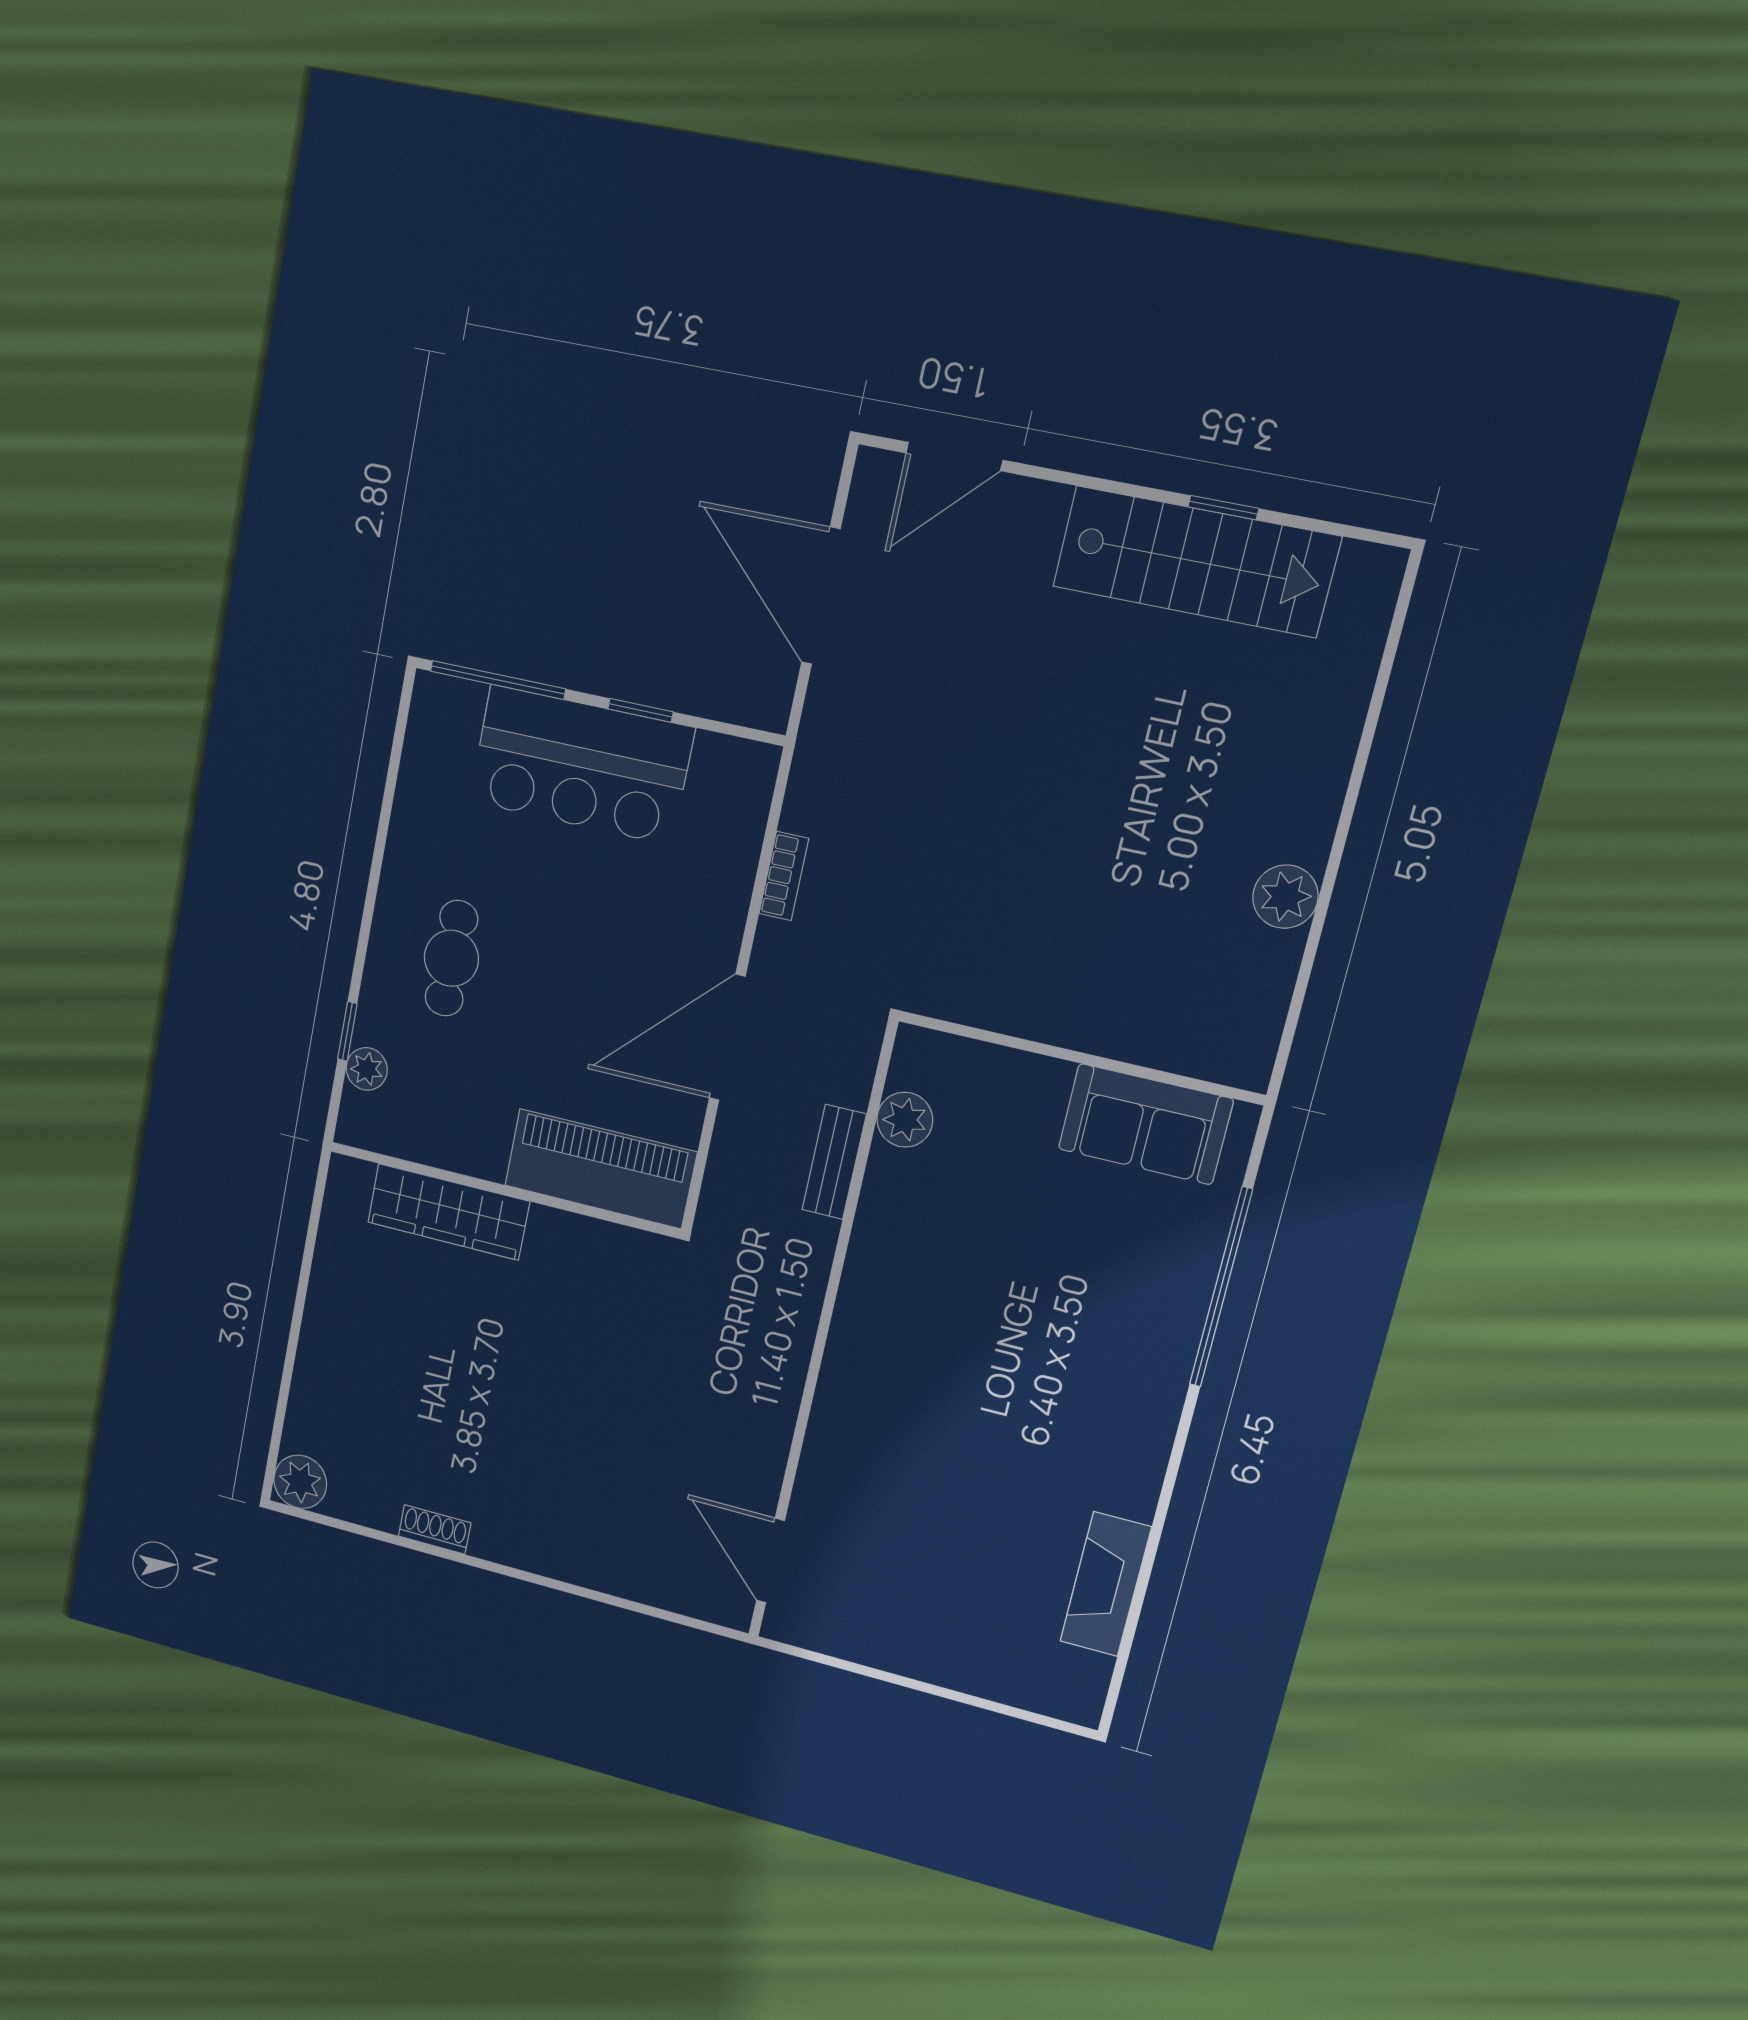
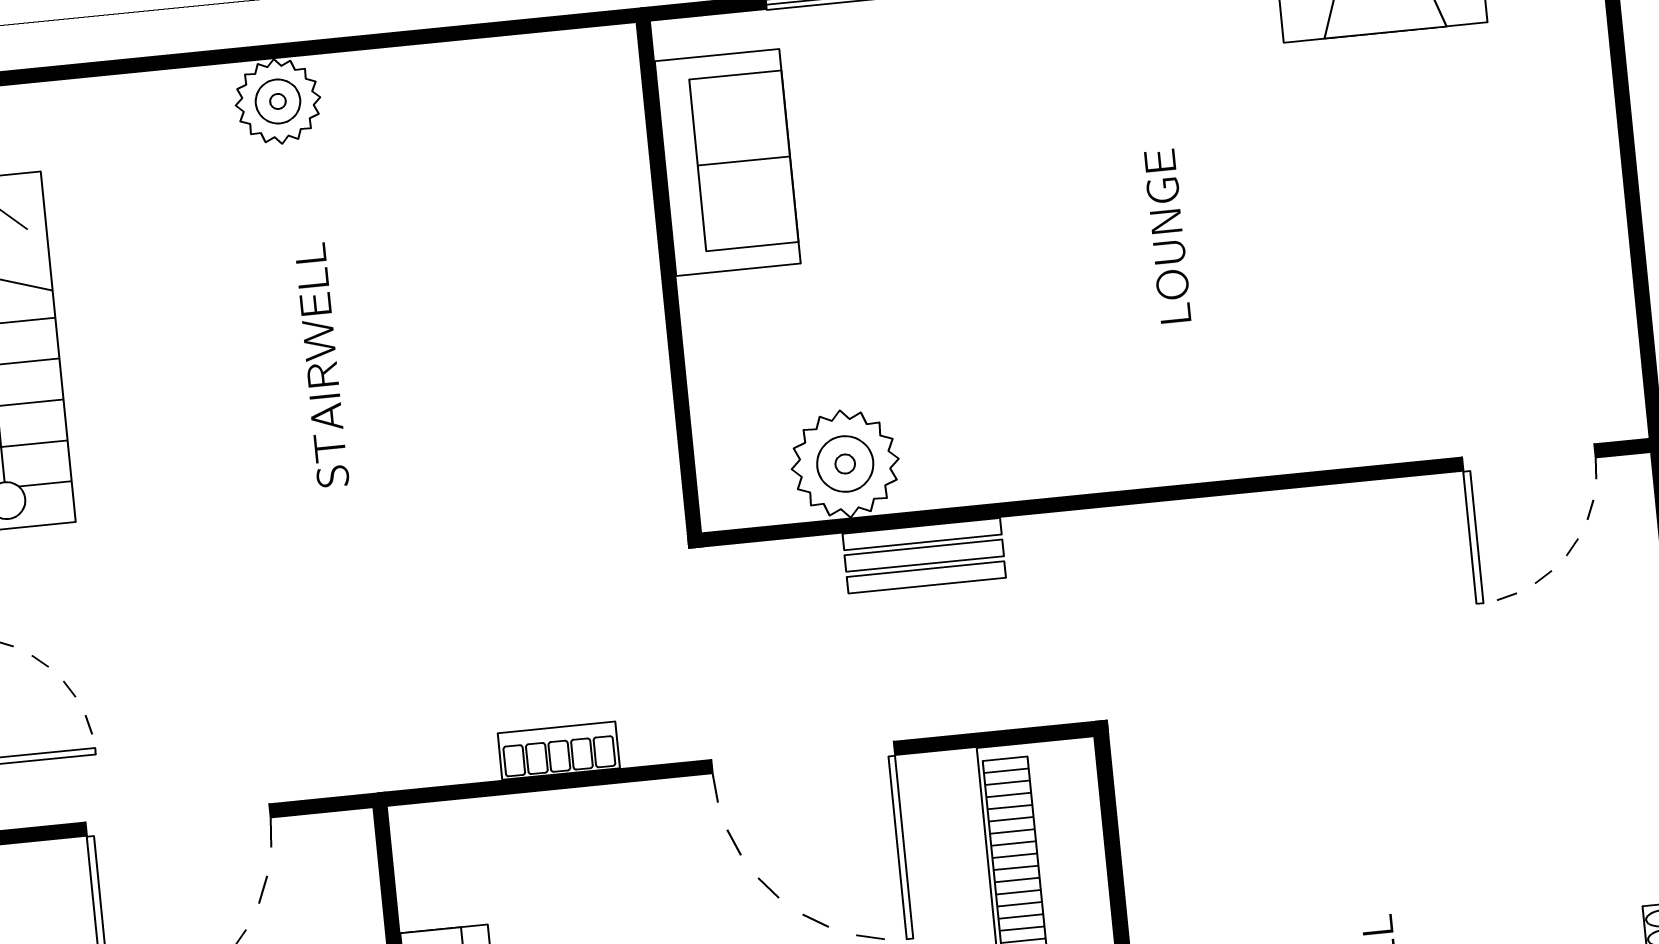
plant: (1285, 897) -> (278, 101), moved
plant: (905, 1120) -> (845, 464), width x1.36, depth x1.36

